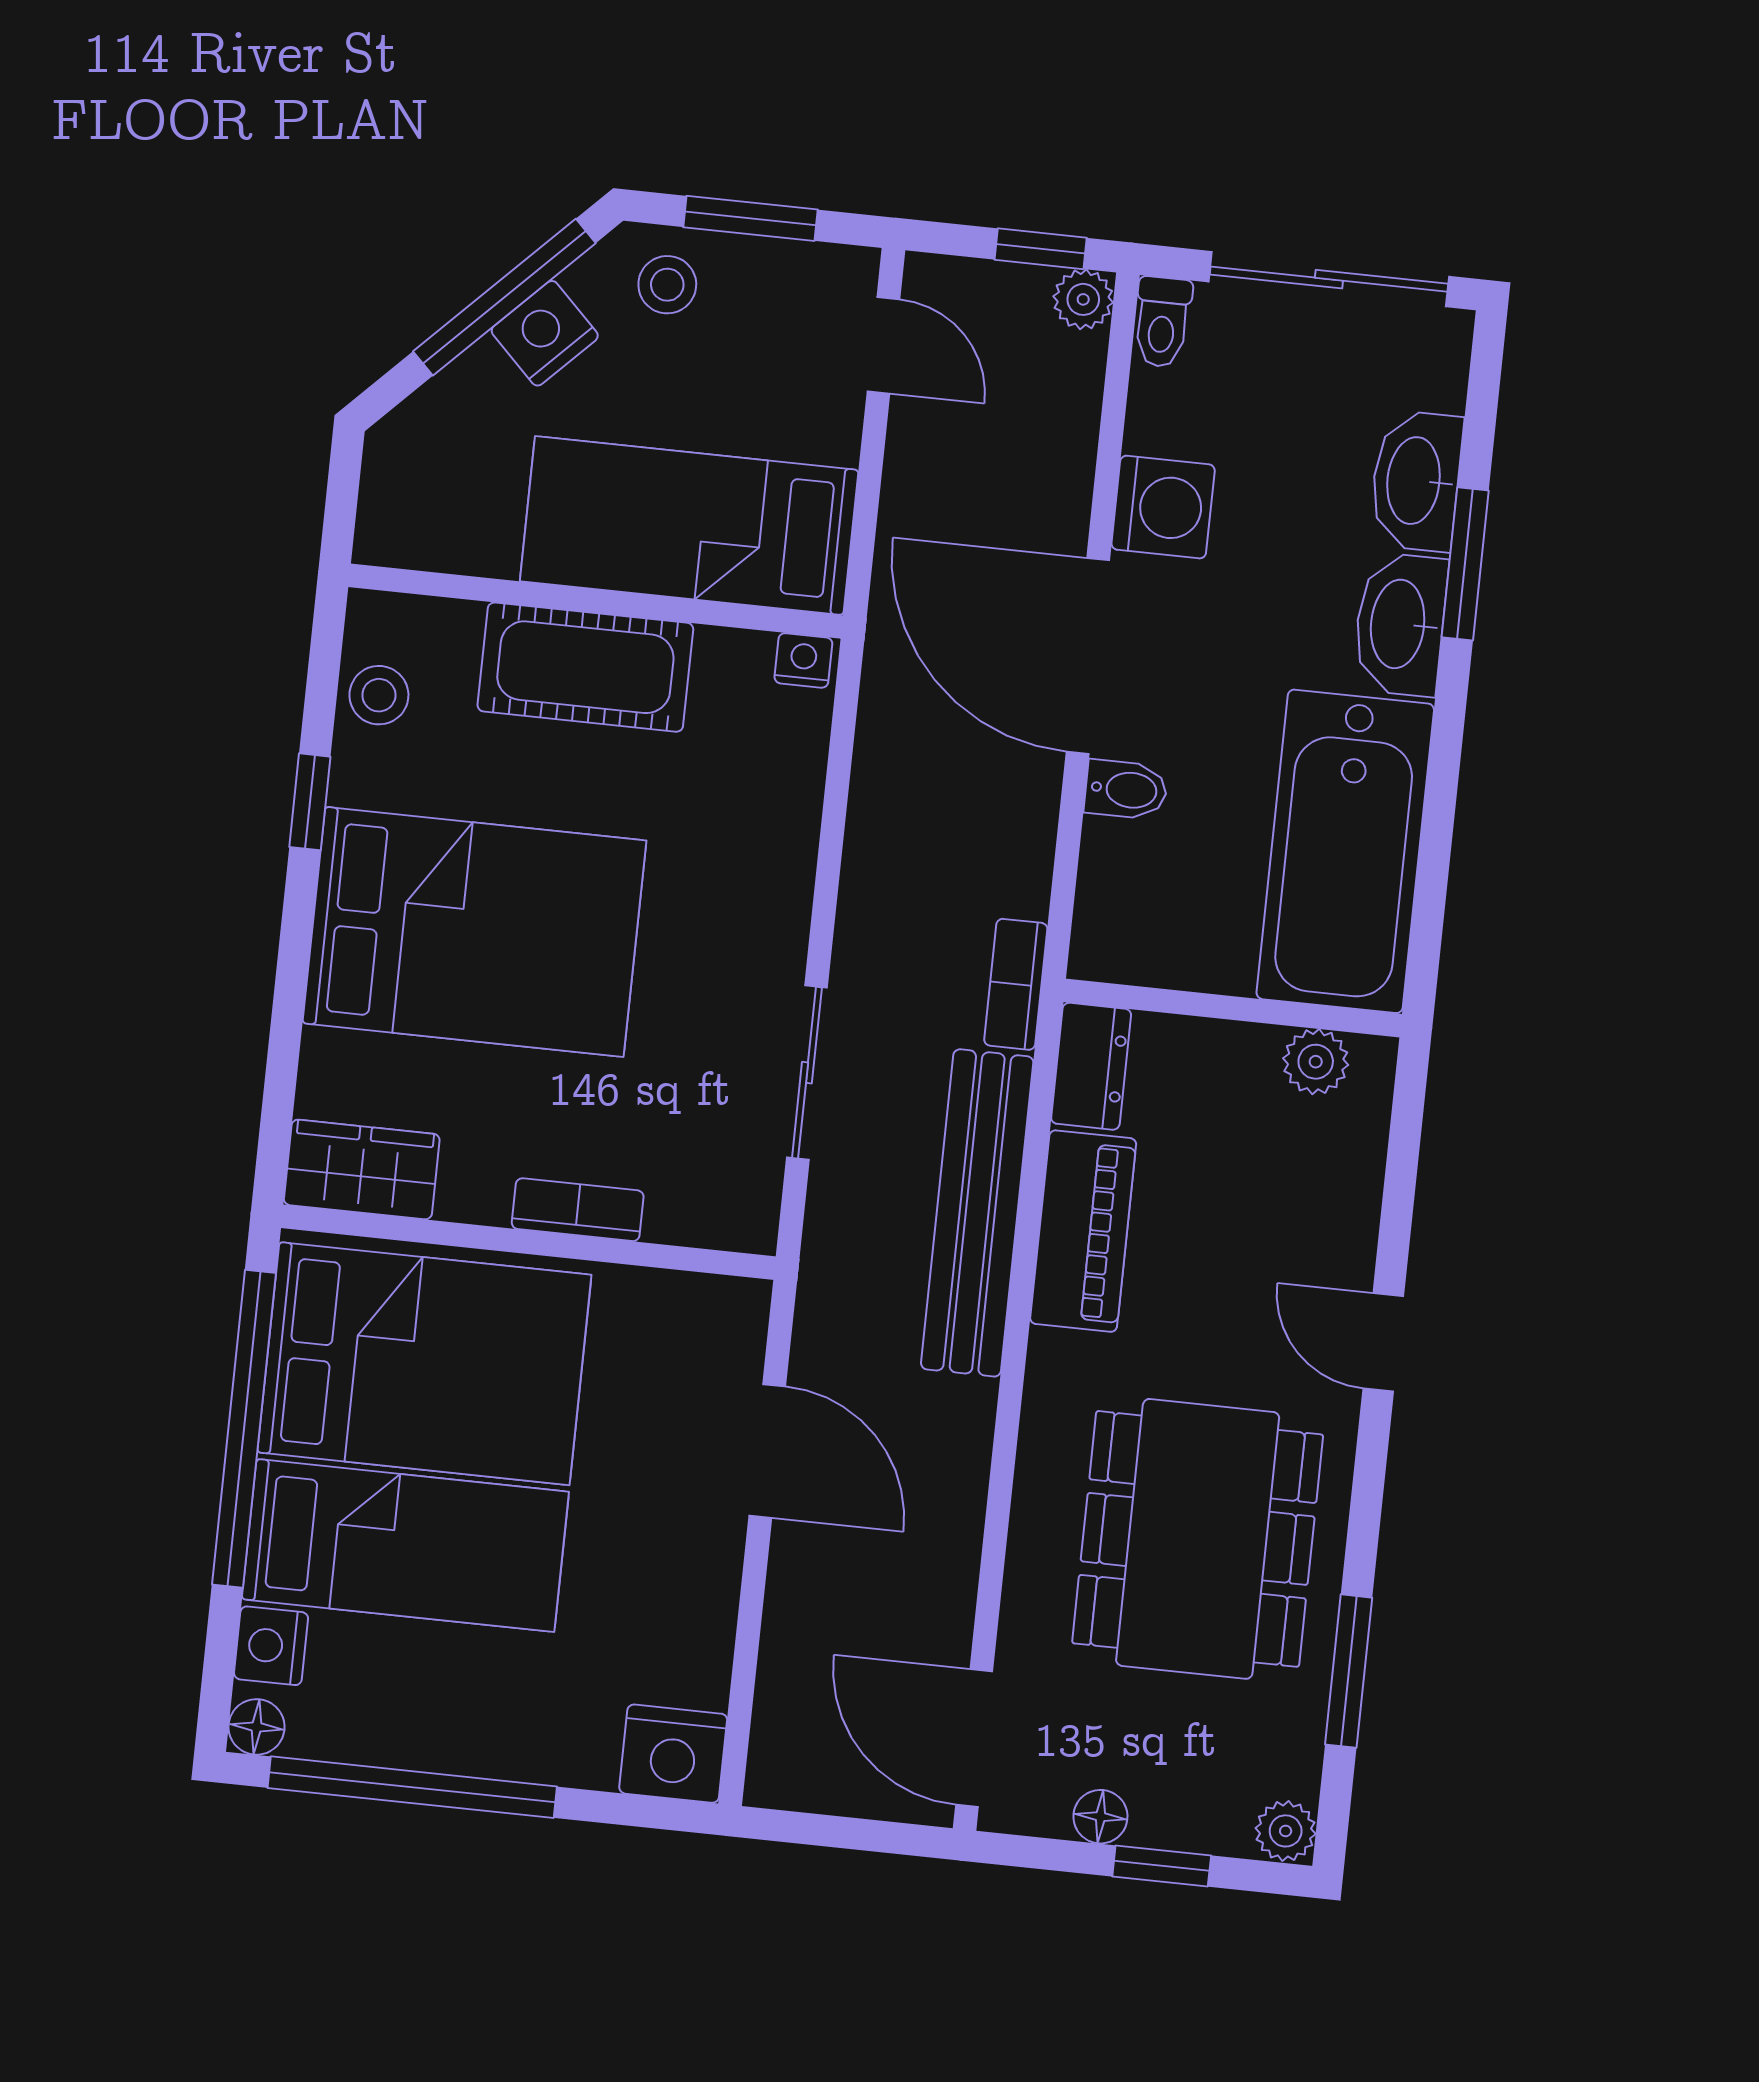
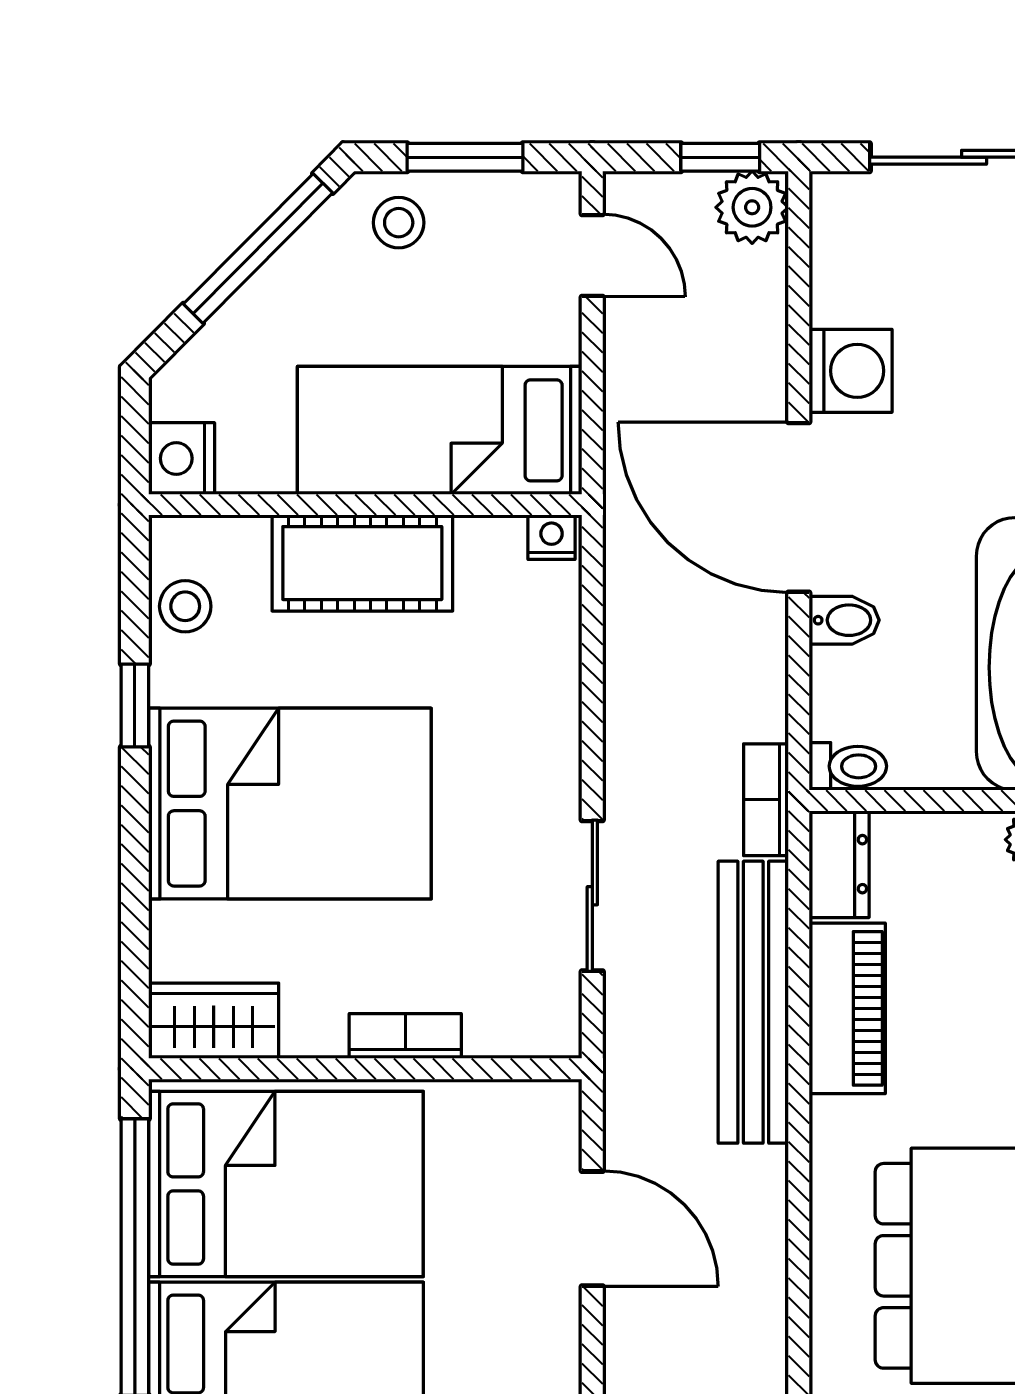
plant: (1083, 299) -> (752, 207), width x1.38, depth x1.38
toilet: (1162, 322) -> (848, 766), moved, turned -90
nightstand: (545, 333) -> (182, 458), moved, turned -45

